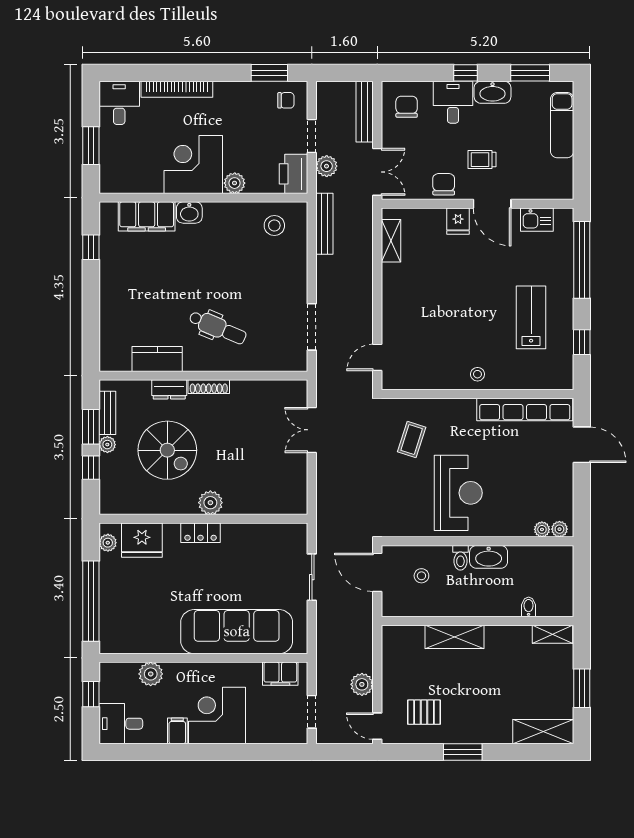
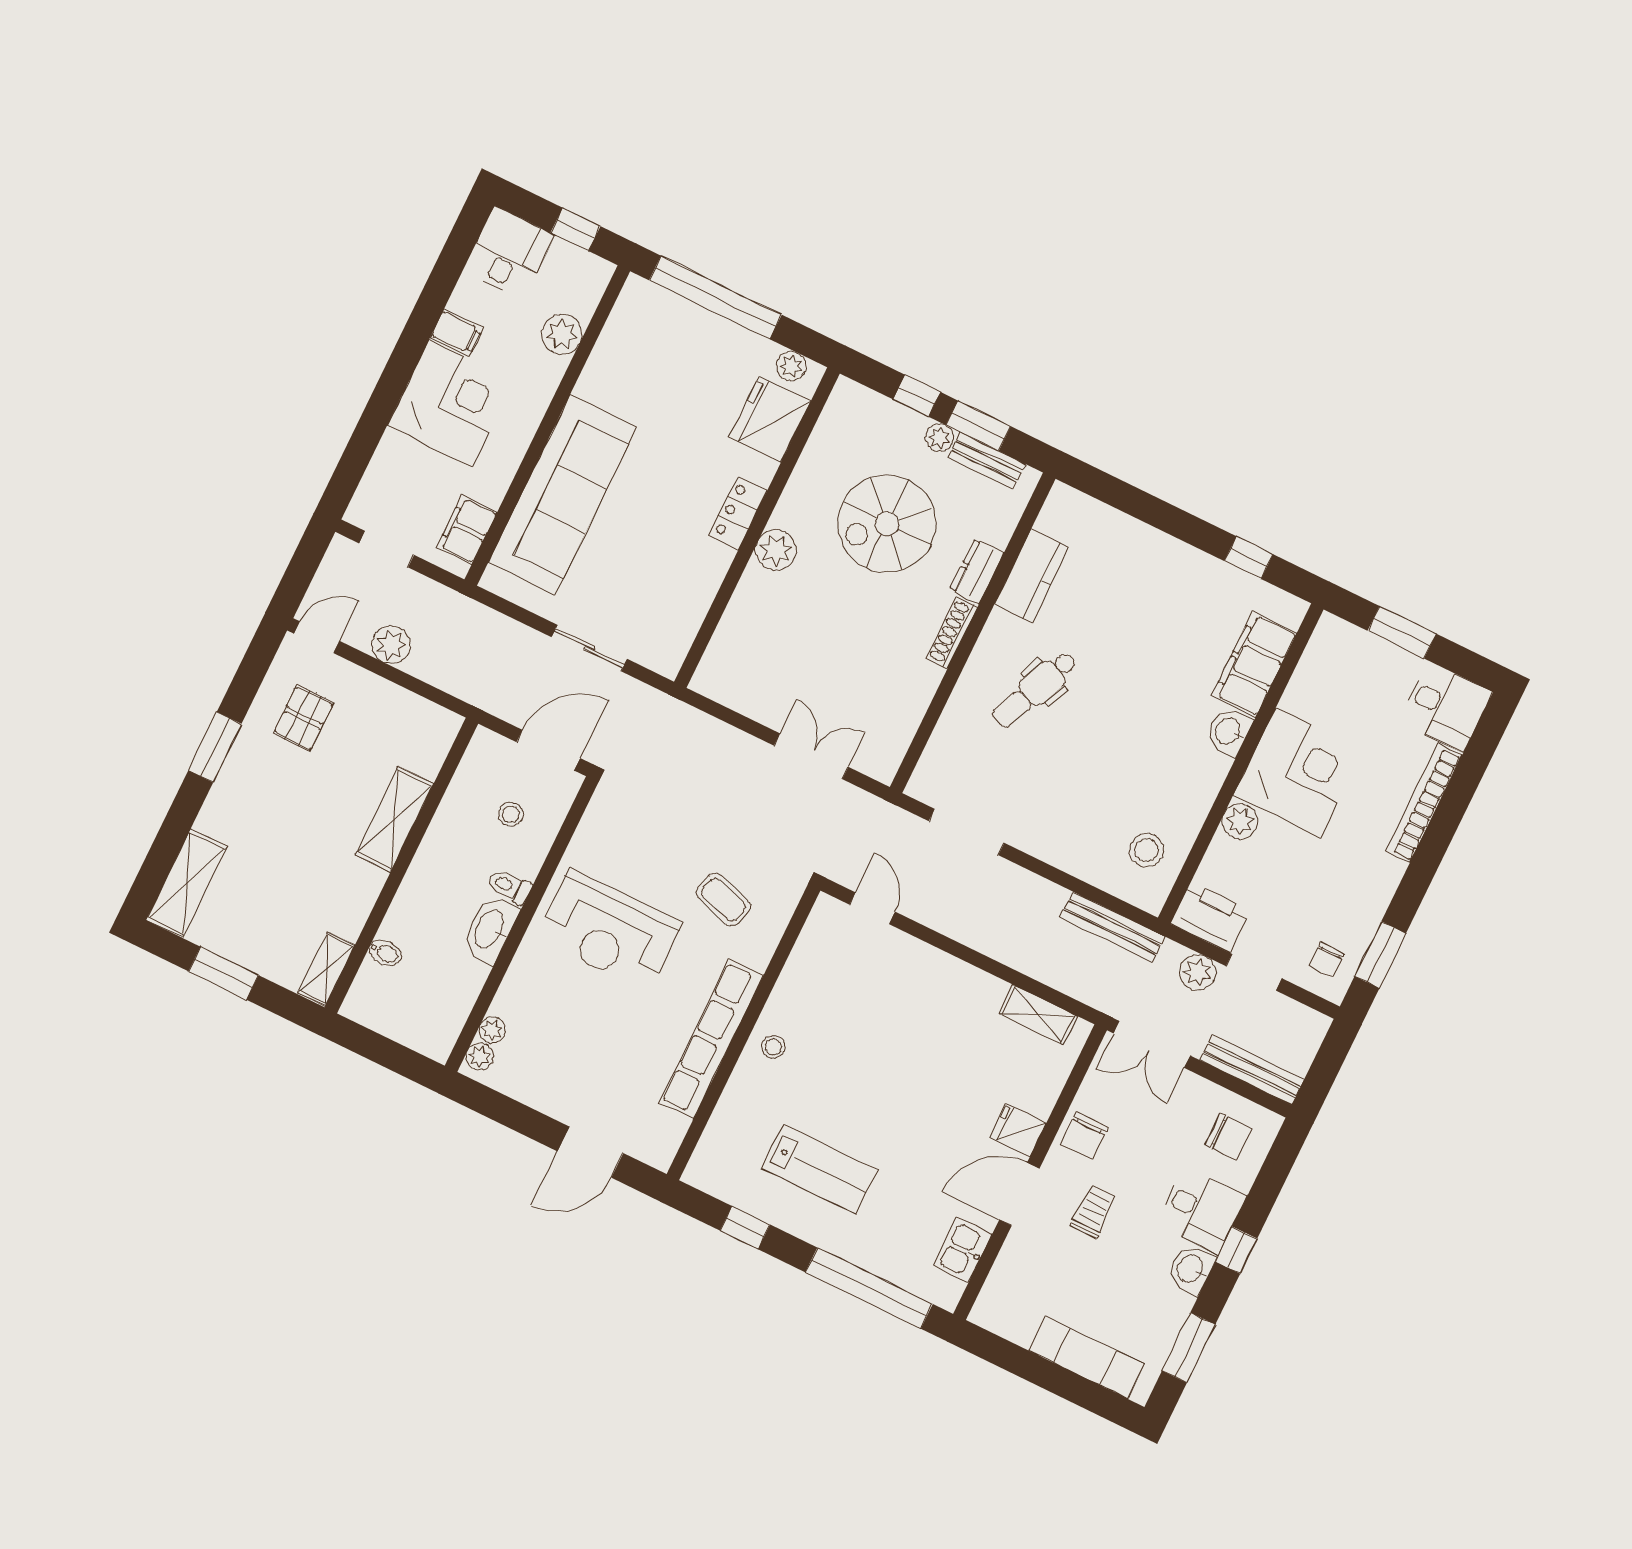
washbasin: (493, 92) -> (1191, 1269), width x0.72
chair: (444, 184) -> (1084, 1136), turned 90
row of seats: (525, 409) -> (711, 1039), moved

